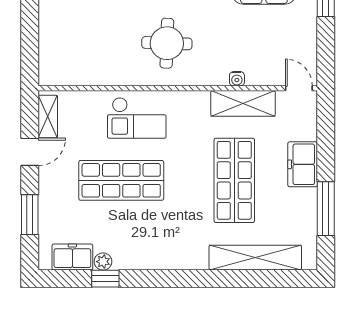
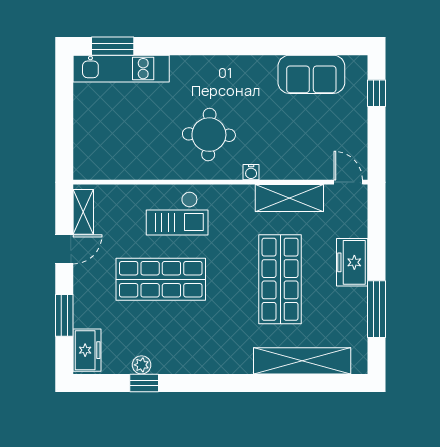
water cooler: (237, 79) -> (251, 172), moved
freezer: (72, 257) -> (87, 350), moved, turned 90

